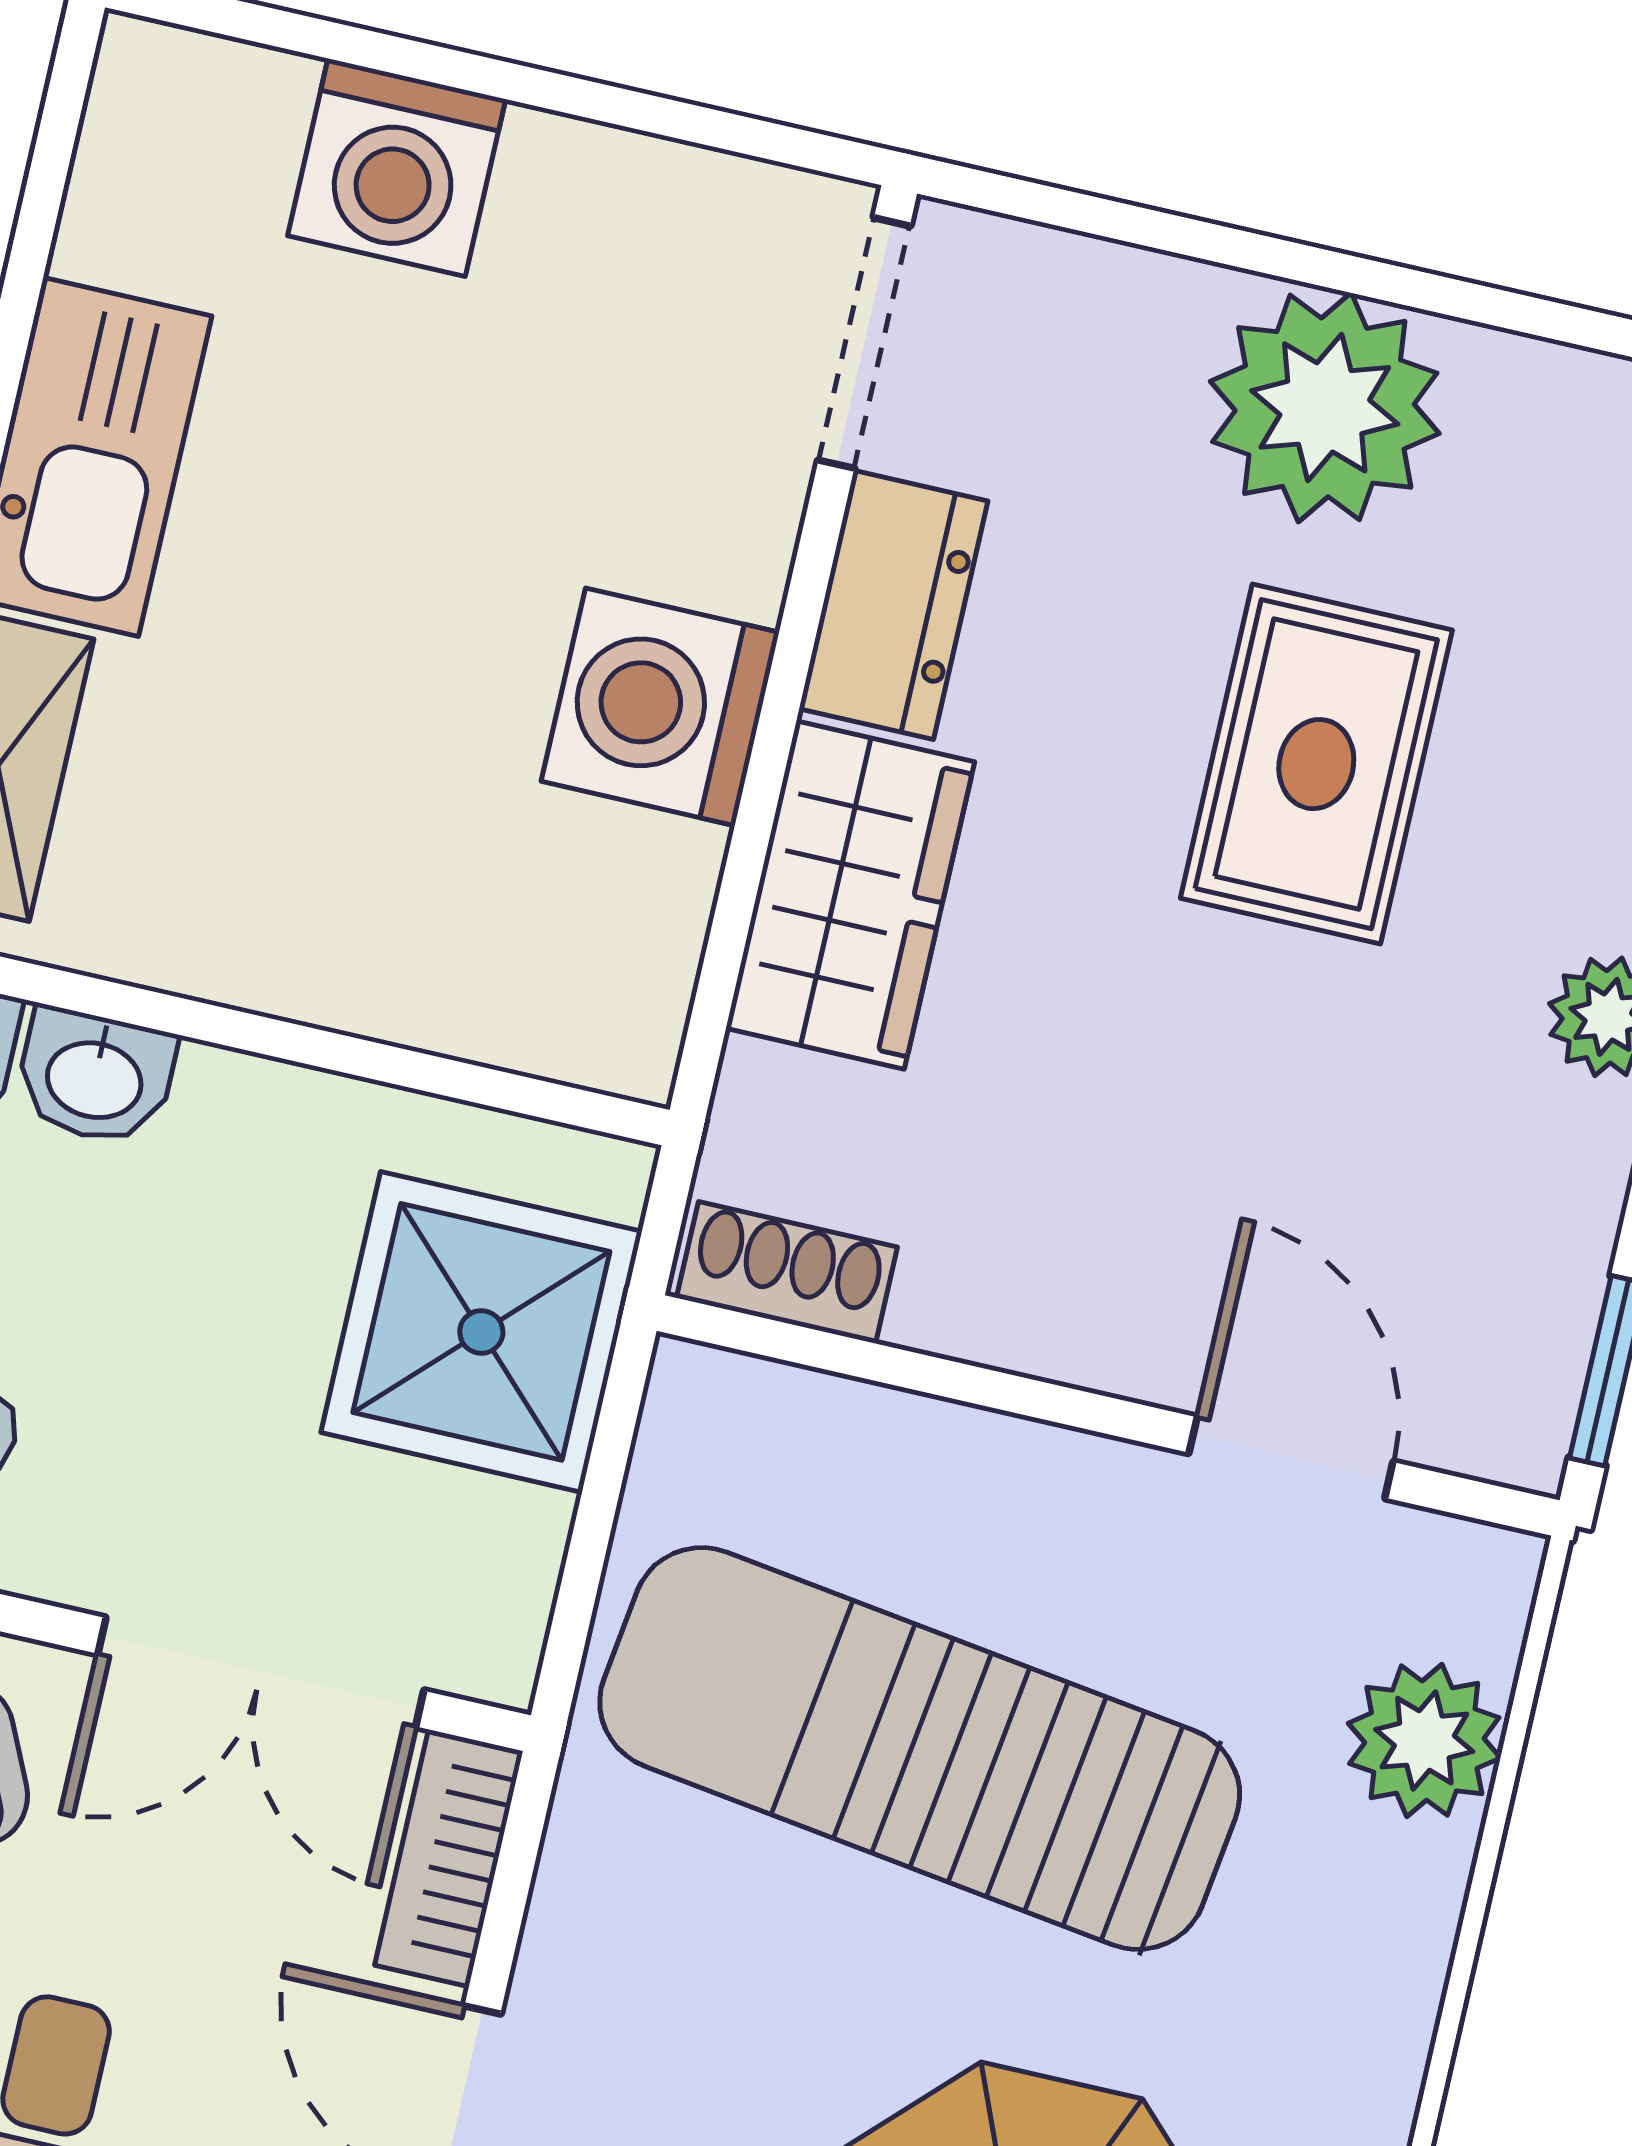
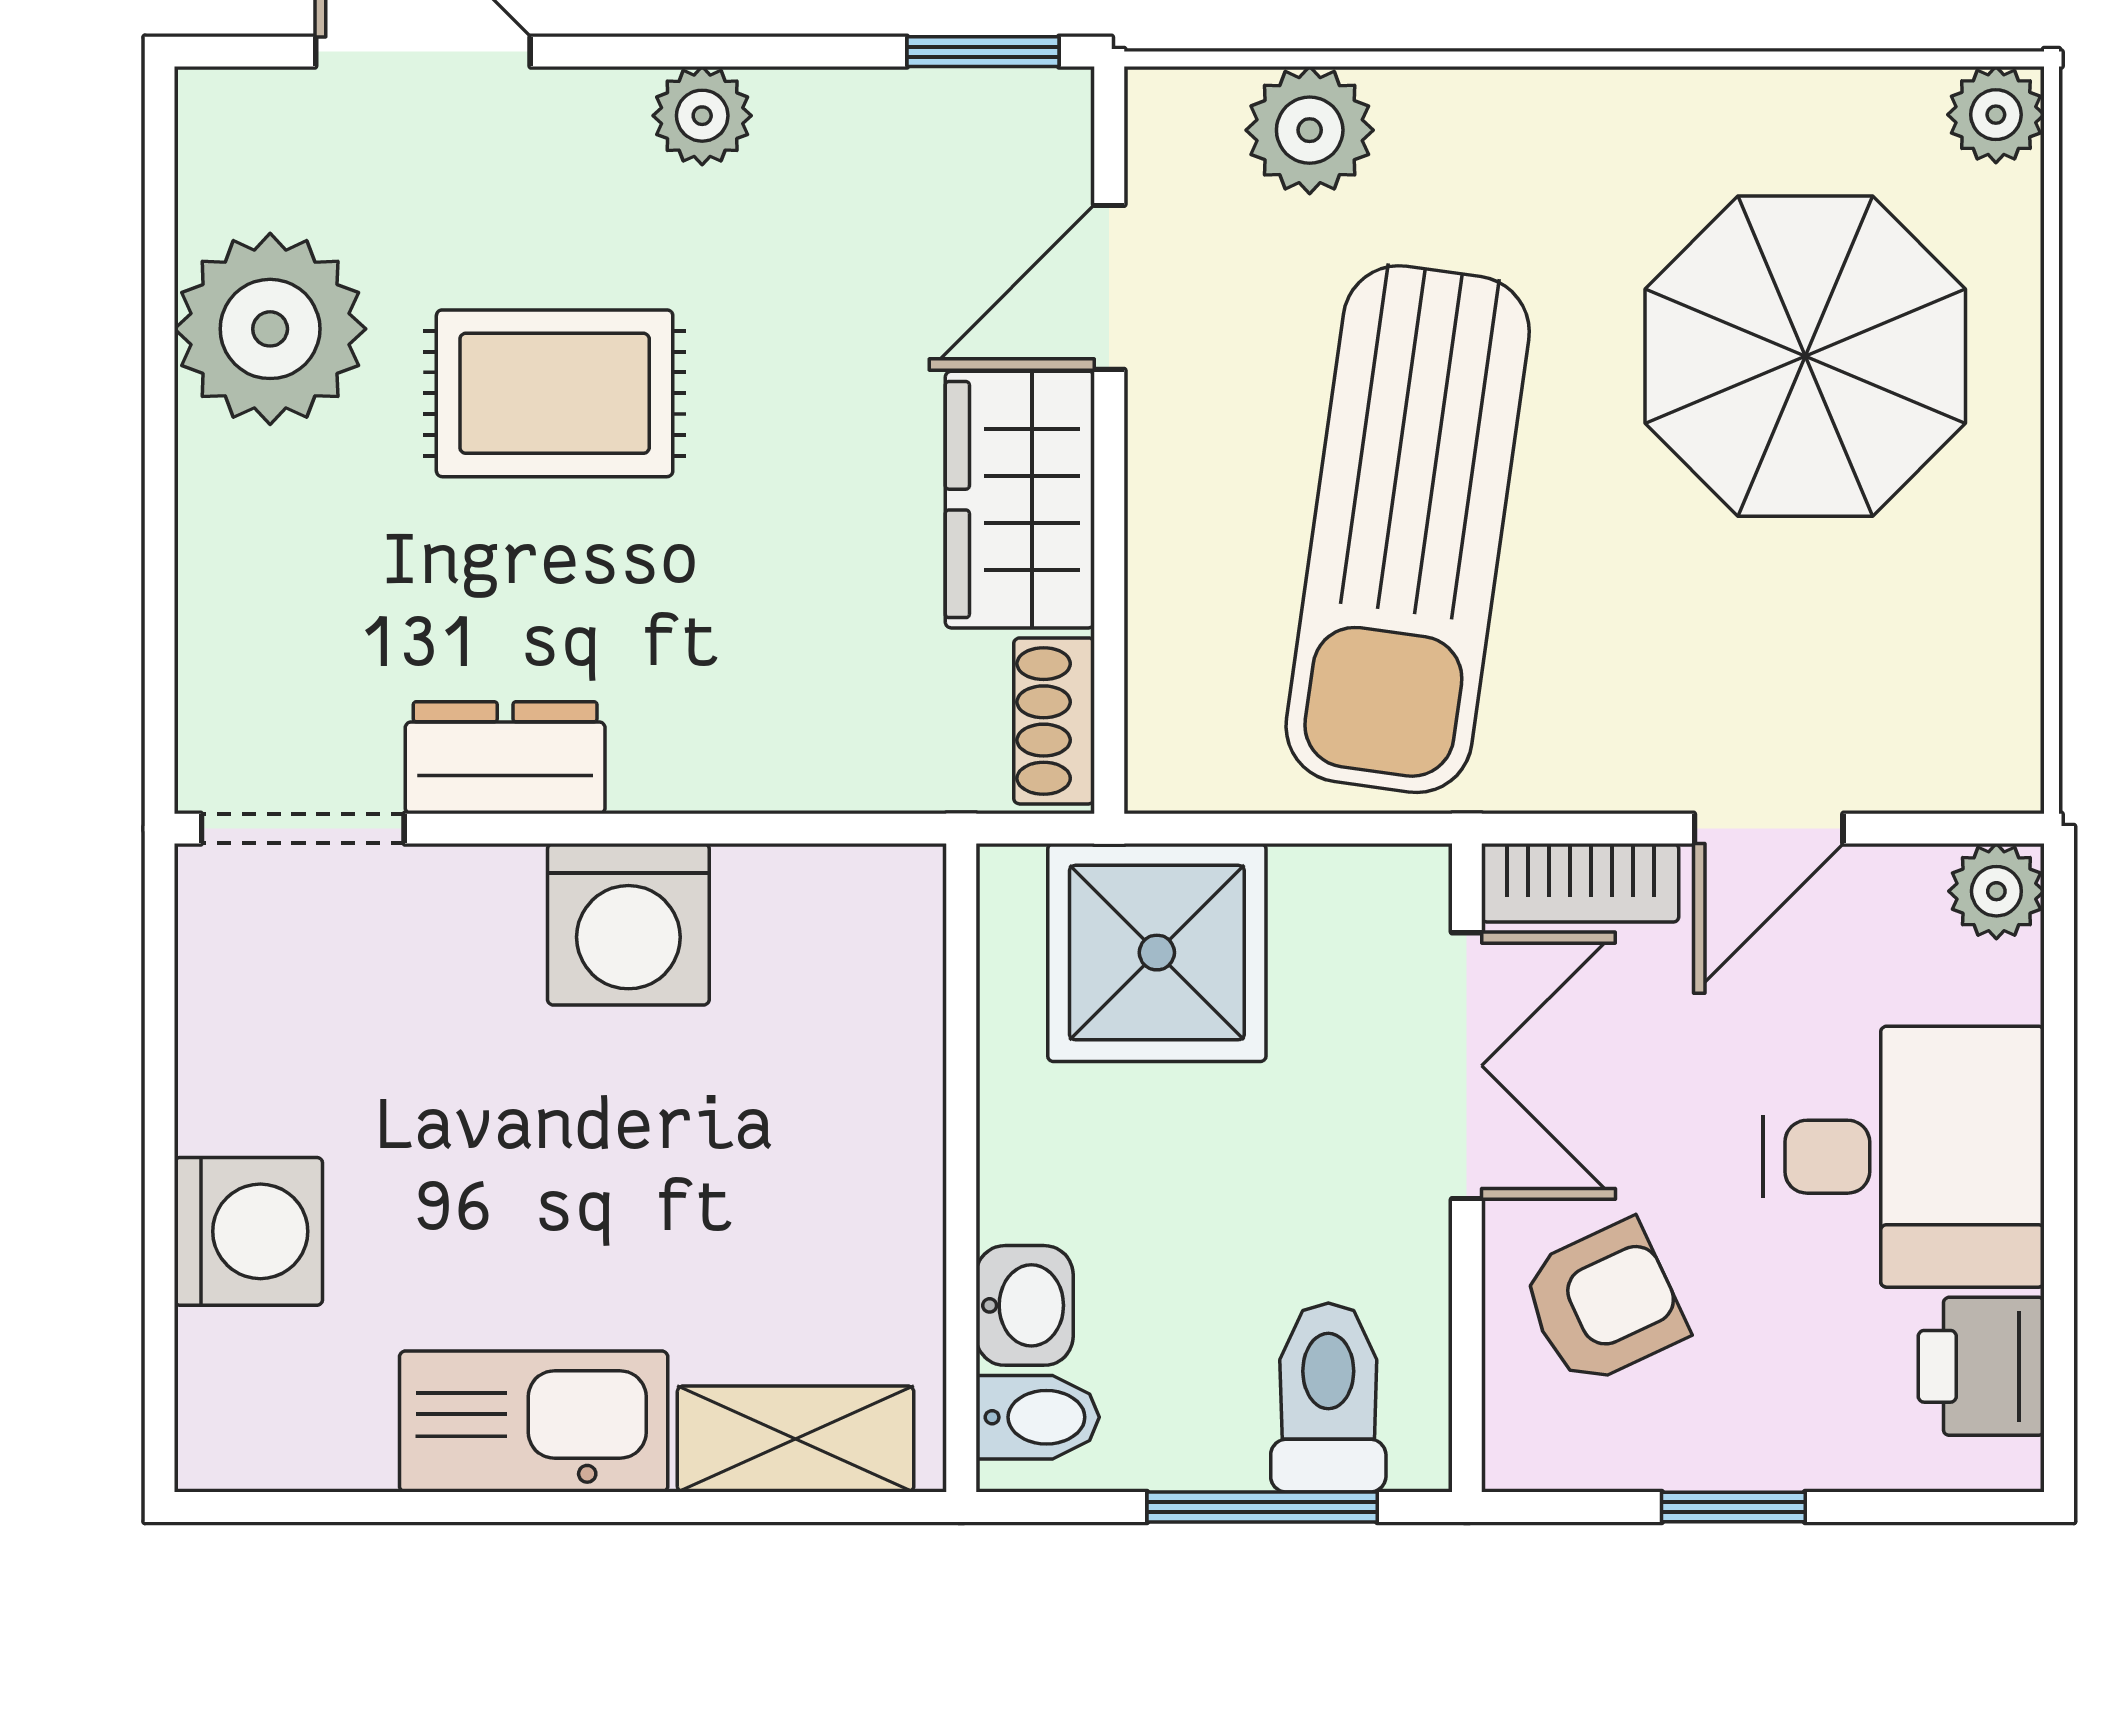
plant: (1325, 407) -> (270, 329), moved
wardrobe: (850, 895) -> (1020, 500), moved, turned -90

